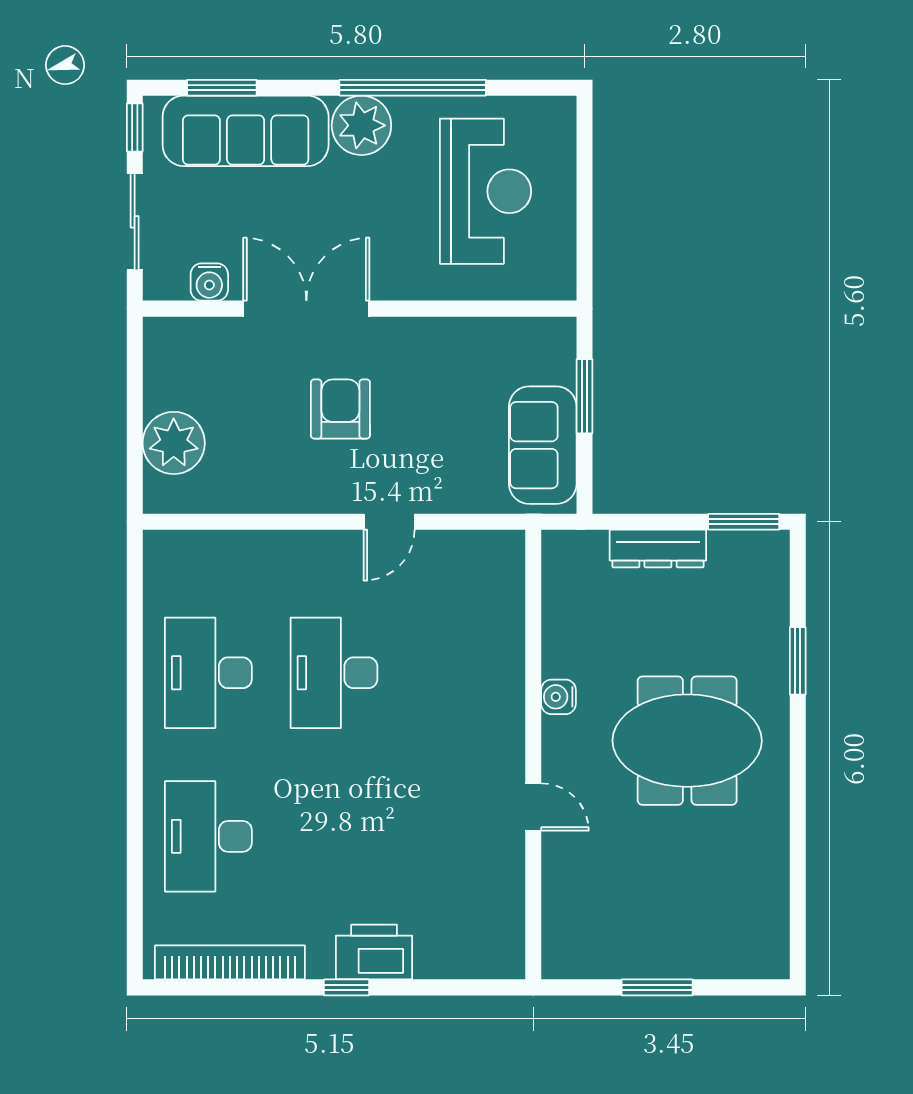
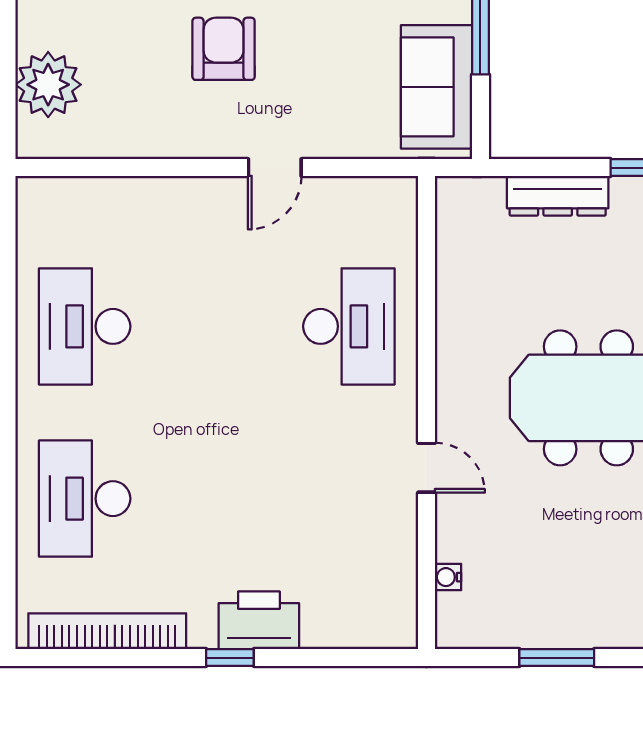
desk: (334, 673) -> (349, 326), moved, turned 180
water cooler: (558, 697) -> (448, 577), moved, width x0.72, depth x0.72

